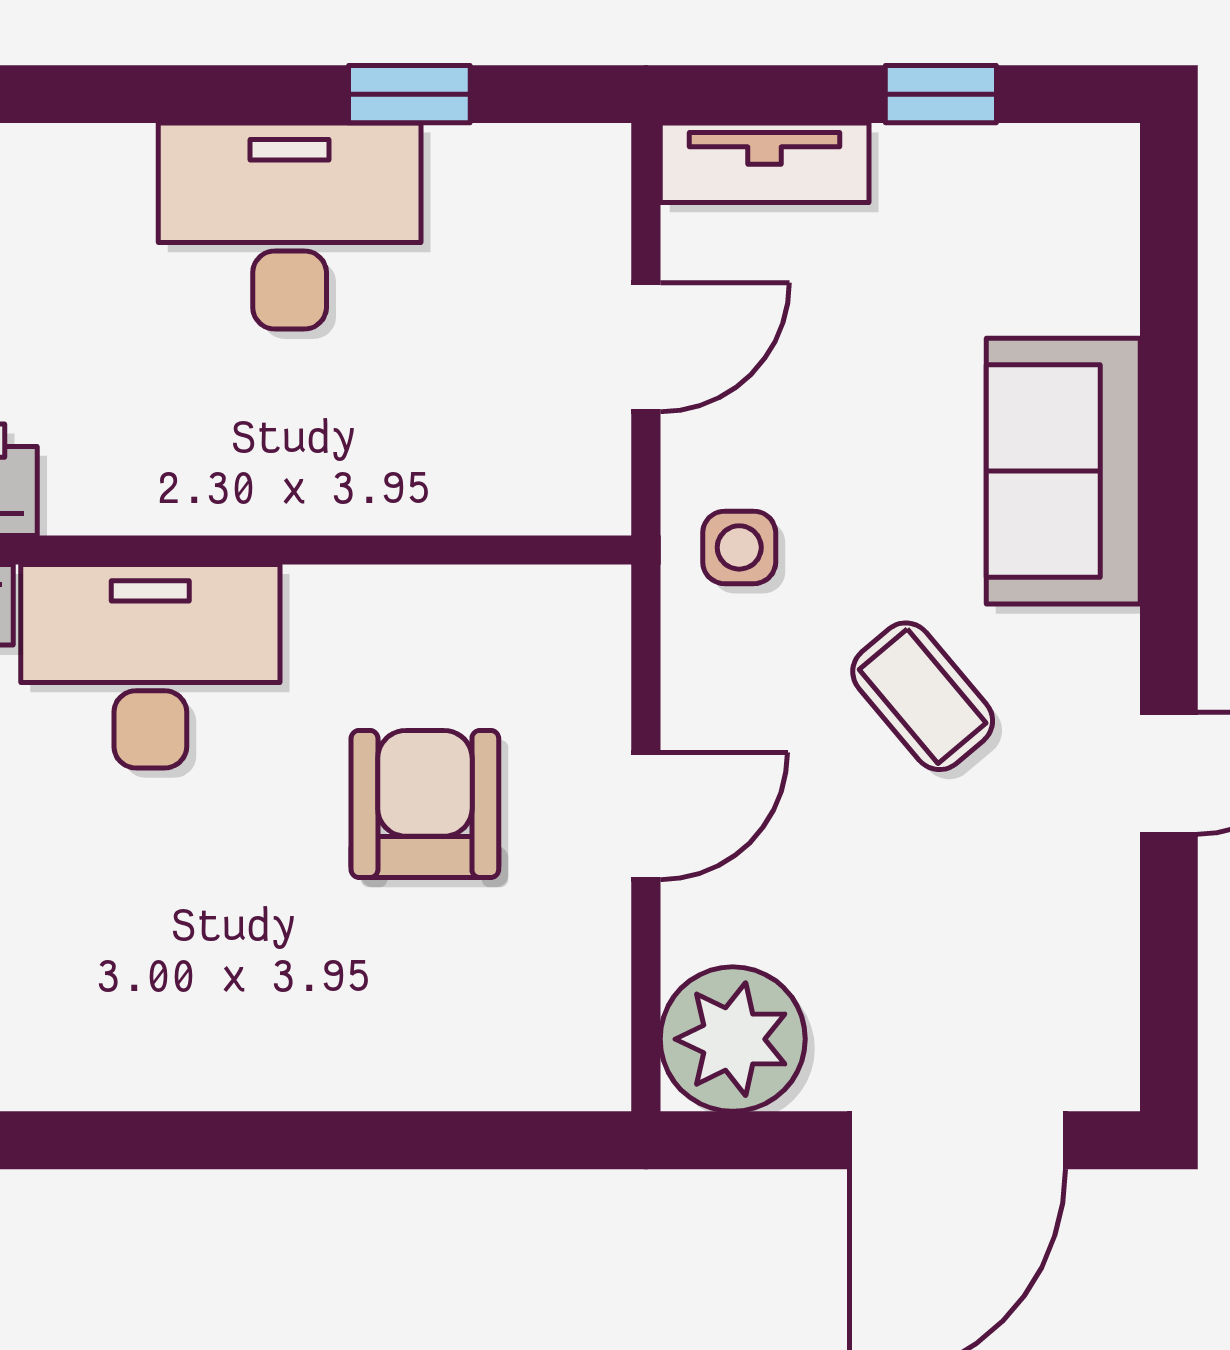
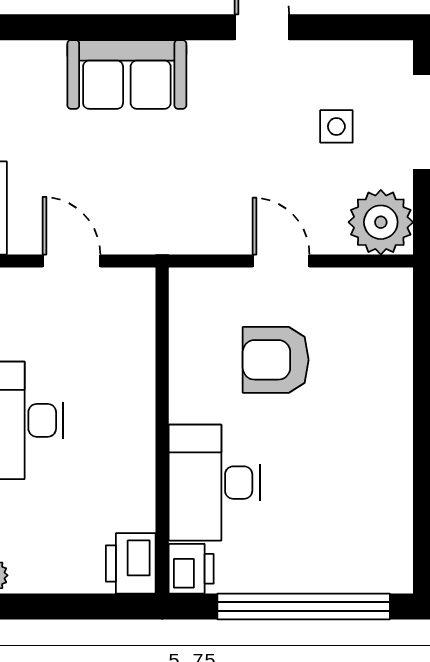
side table: (739, 547) -> (336, 126), moved
coffee table: (923, 696) -> (228, 137), removed

